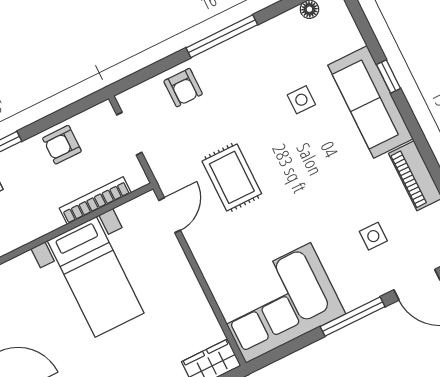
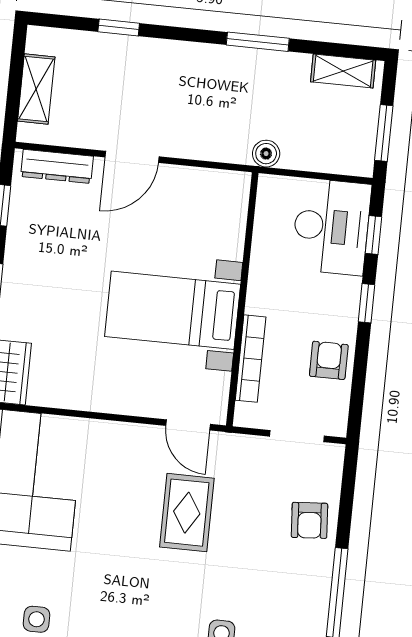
armchair: (183, 88) -> (309, 520), turned -94
rug: (232, 177) -> (187, 513), turned 90

